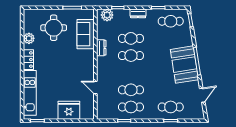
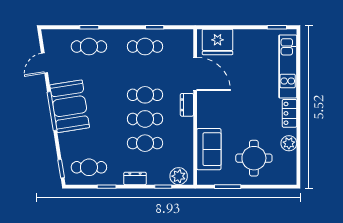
dresser: (101, 48) -> (187, 105), moved
door: (95, 87) -> (195, 74), width x1.88
cafe table: (131, 90) -> (145, 95), moved
fridge: (69, 110) -> (218, 42), moved

